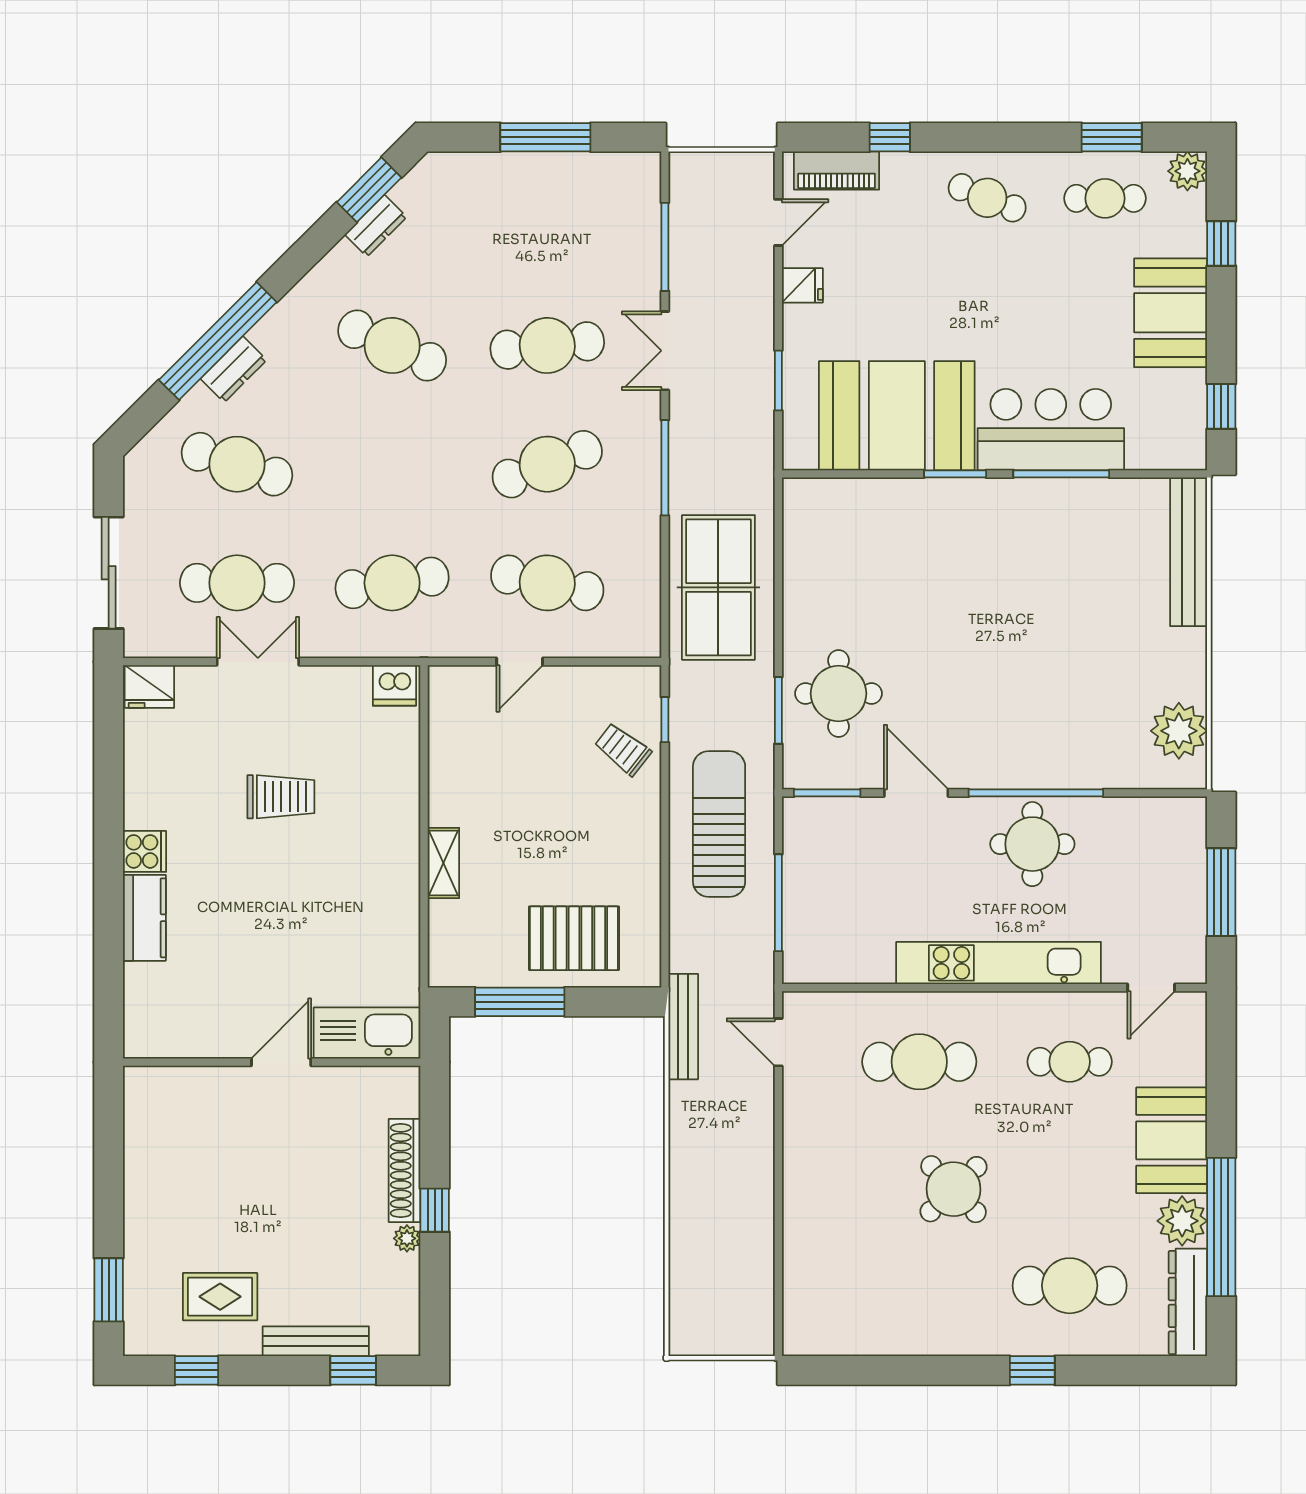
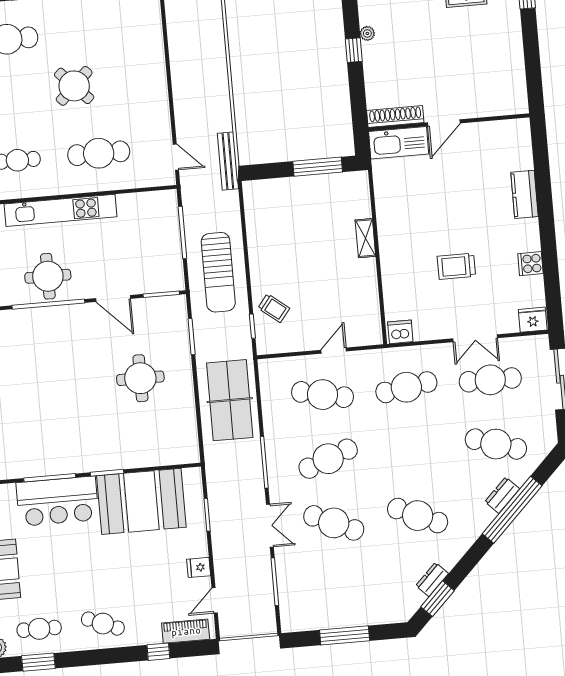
cafe table: (547, 345) -> (334, 523), turned 30
round table: (839, 694) -> (140, 378), moved
cooker: (145, 851) -> (530, 264), moved
pallet: (574, 938) -> (291, 204), removed
shoe rack: (405, 1171) -> (395, 116), moved, turned -90

